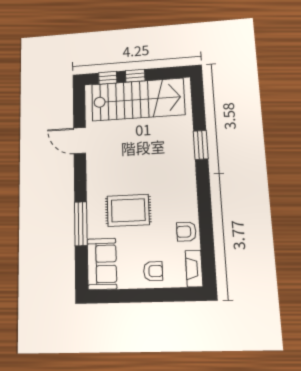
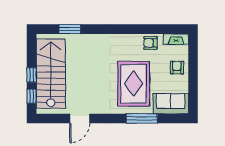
window: (201, 145) -> (70, 29), moved
rug: (128, 210) -> (134, 84), width x1.37, depth x1.44
armchair: (186, 232) -> (150, 43), turned 90

